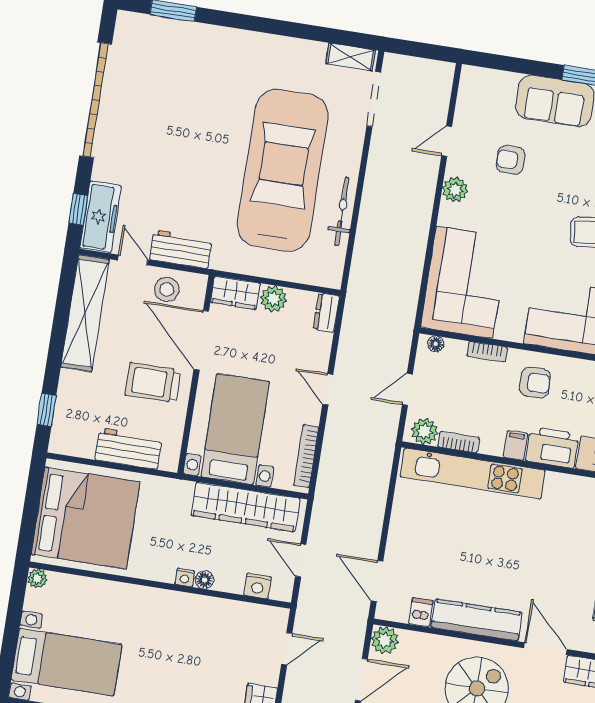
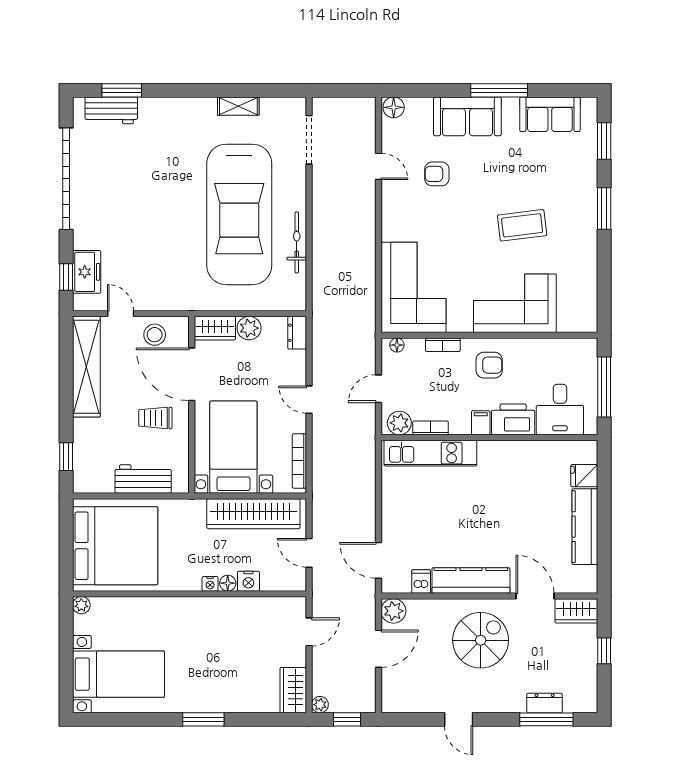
shelving: (350, 57) -> (238, 106), moved
floor lamp: (474, 78) -> (394, 107), added
door: (447, 141) -> (379, 166), swing flipped
car: (283, 170) -> (239, 214), turned 180
plant: (455, 190) -> (393, 208), removed
freezer: (101, 217) -> (87, 272), width x0.71
workbench: (181, 249) -> (111, 110), moved, turned 180
trolley: (153, 383) -> (155, 418), width x0.73, depth x0.72
kitchen unit: (473, 473) -> (430, 453), width x0.73
nightstand: (258, 586) -> (248, 581), moved

